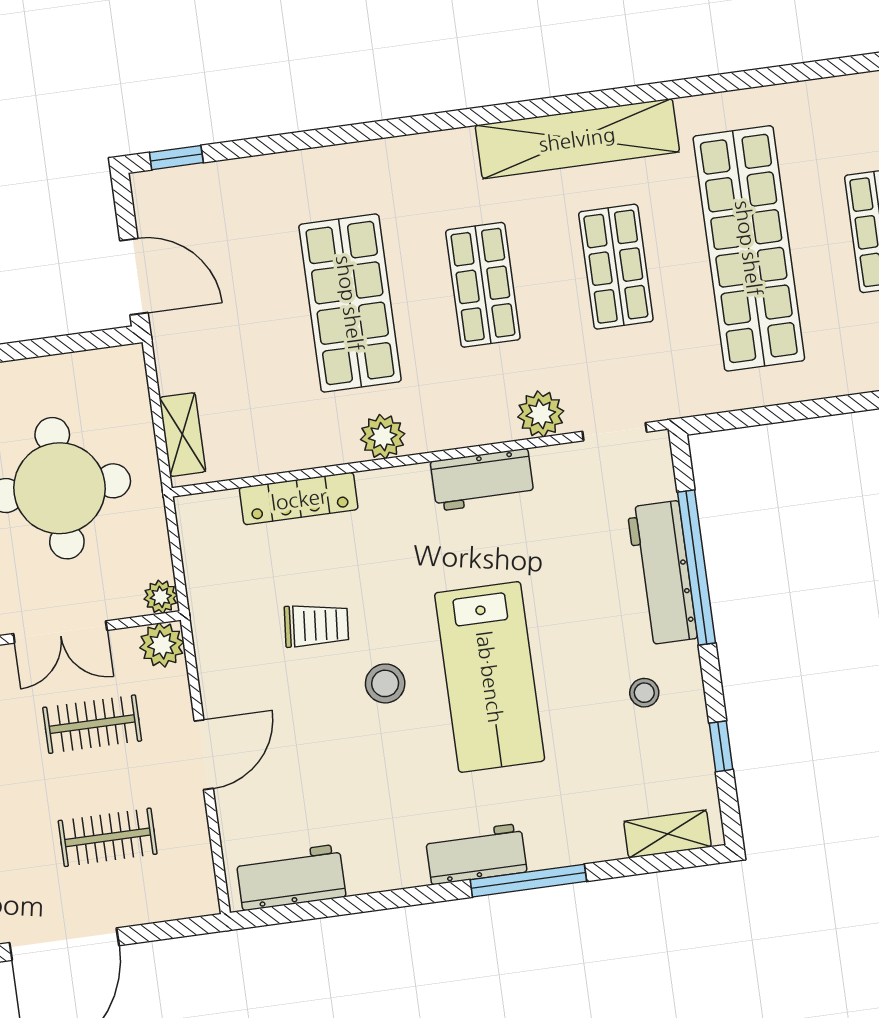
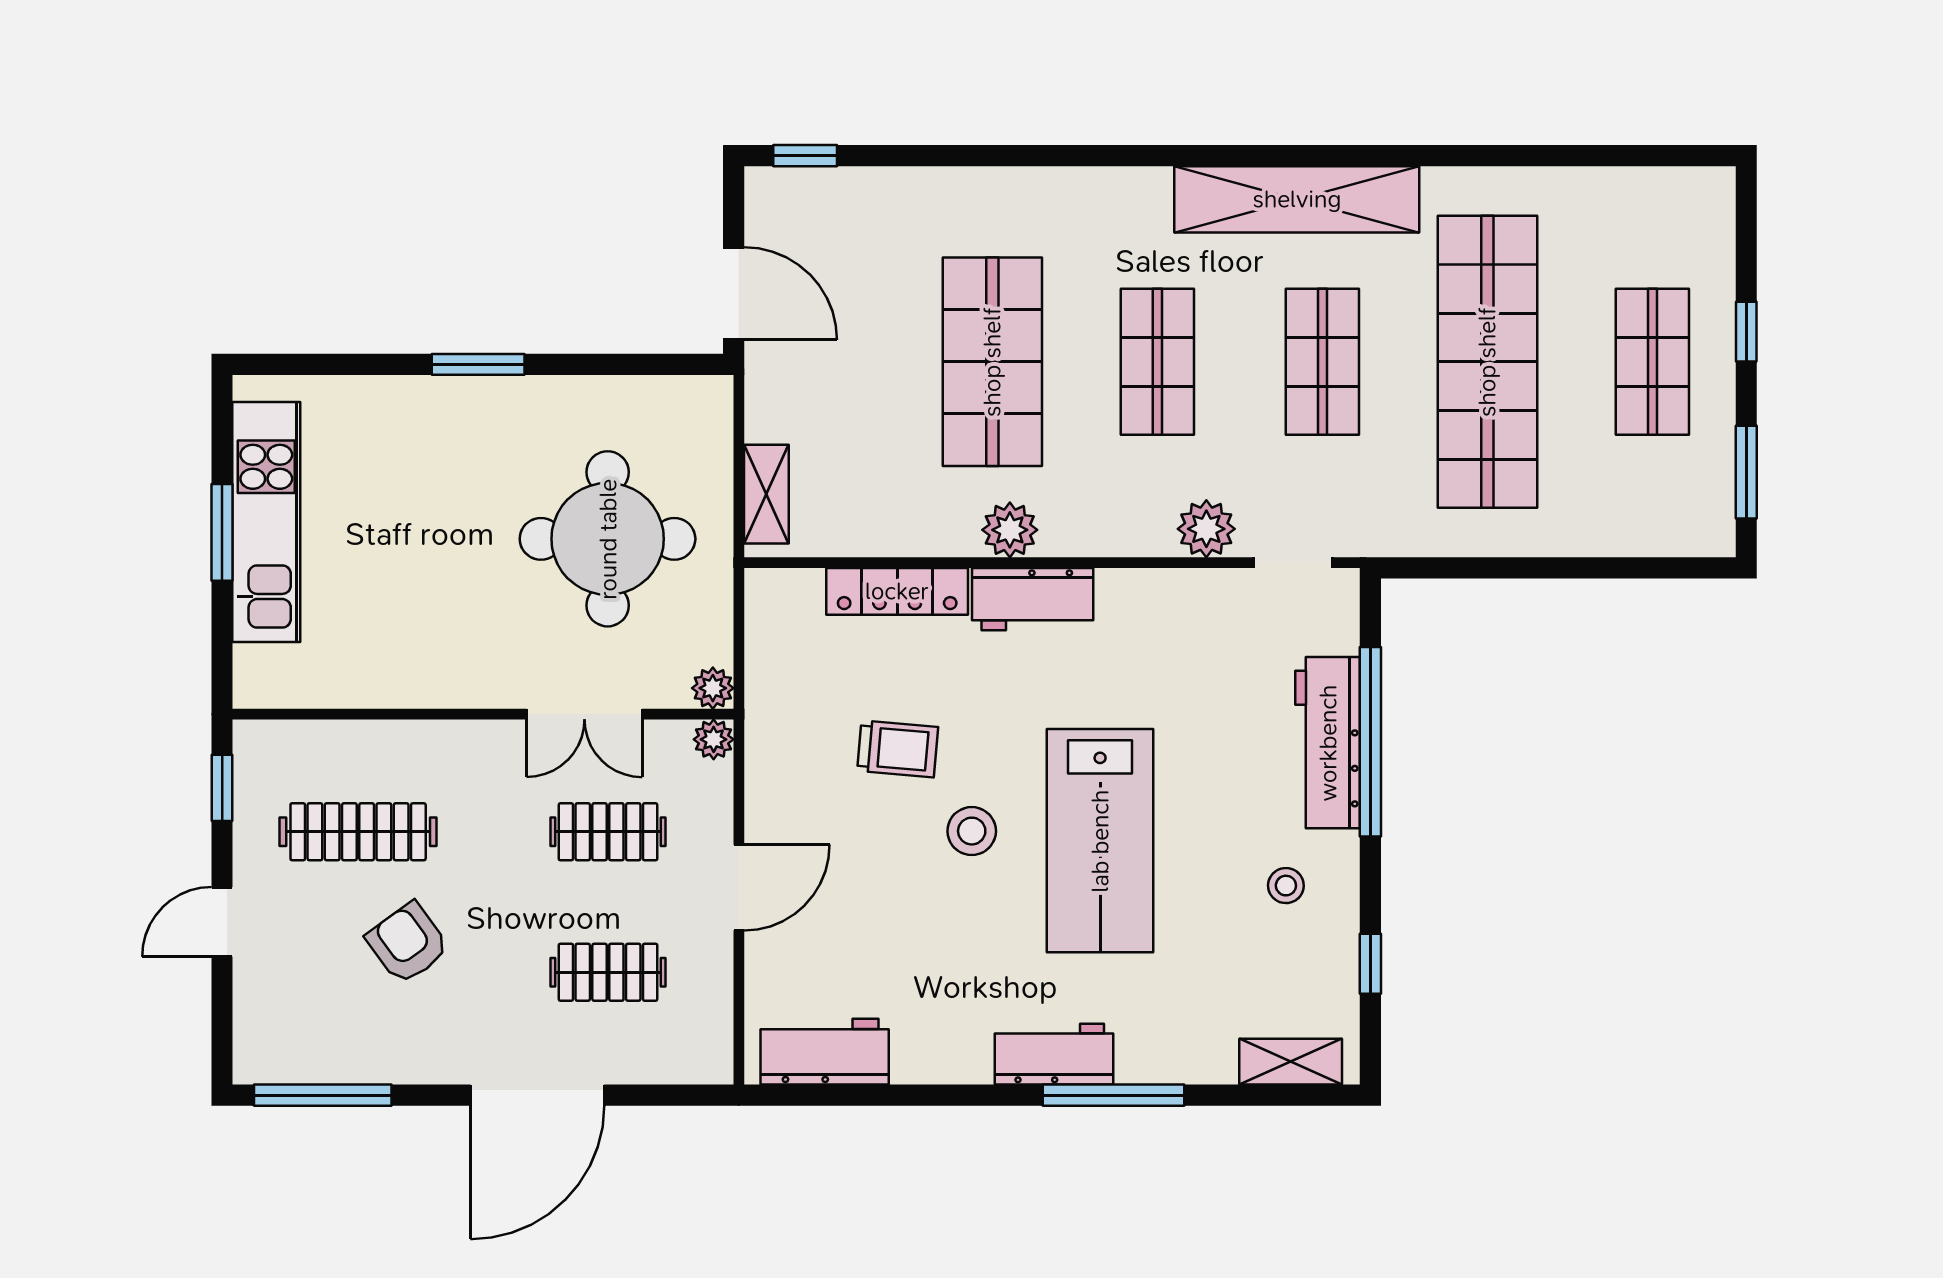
workbench: (482, 480) -> (1033, 599), moved
plant: (162, 645) -> (714, 739), width x0.73, depth x0.73

